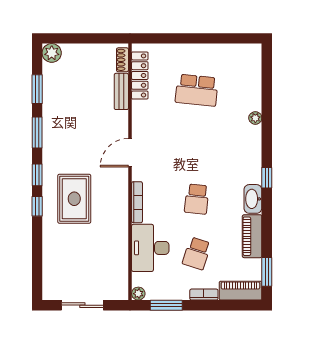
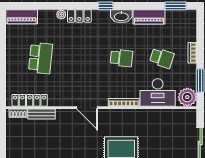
locker: (253, 142) -> (79, 16), added
piano: (240, 291) -> (22, 17), moved, turned -90
plant: (138, 294) -> (187, 97), width x1.87, depth x1.87

